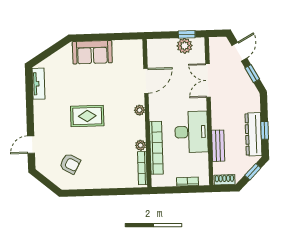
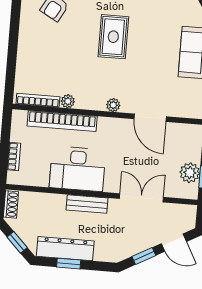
bench: (218, 146) -> (87, 204), moved

